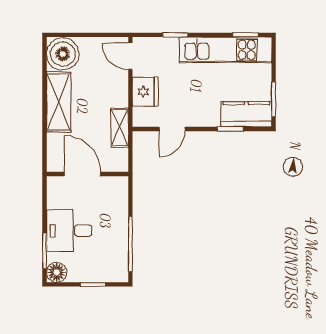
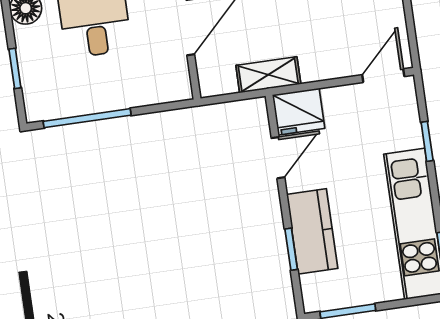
fridge: (145, 92) -> (299, 112), moved
kitchen counter: (246, 114) -> (312, 231), moved
door: (172, 129) -> (278, 158), swing flipped

